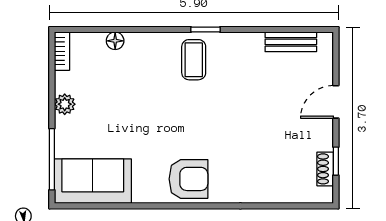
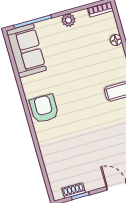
armchair: (188, 179) -> (44, 109), turned 180

